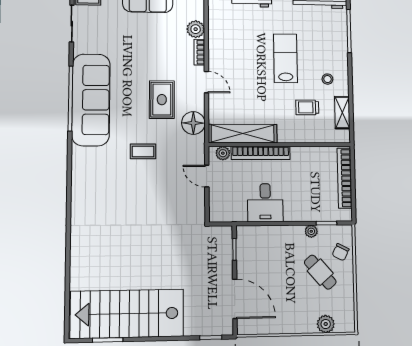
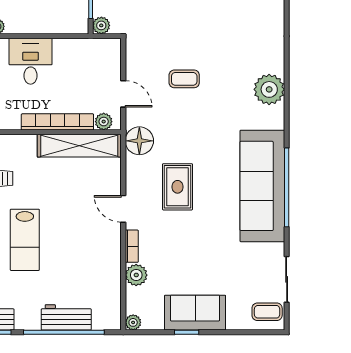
floor lamp: (193, 123) -> (139, 141), moved
coffee table: (143, 151) -> (184, 79), moved
plant: (84, 180) -> (269, 89), added
desk: (265, 203) -> (31, 61), moved
plant: (225, 233) -> (101, 25), added

